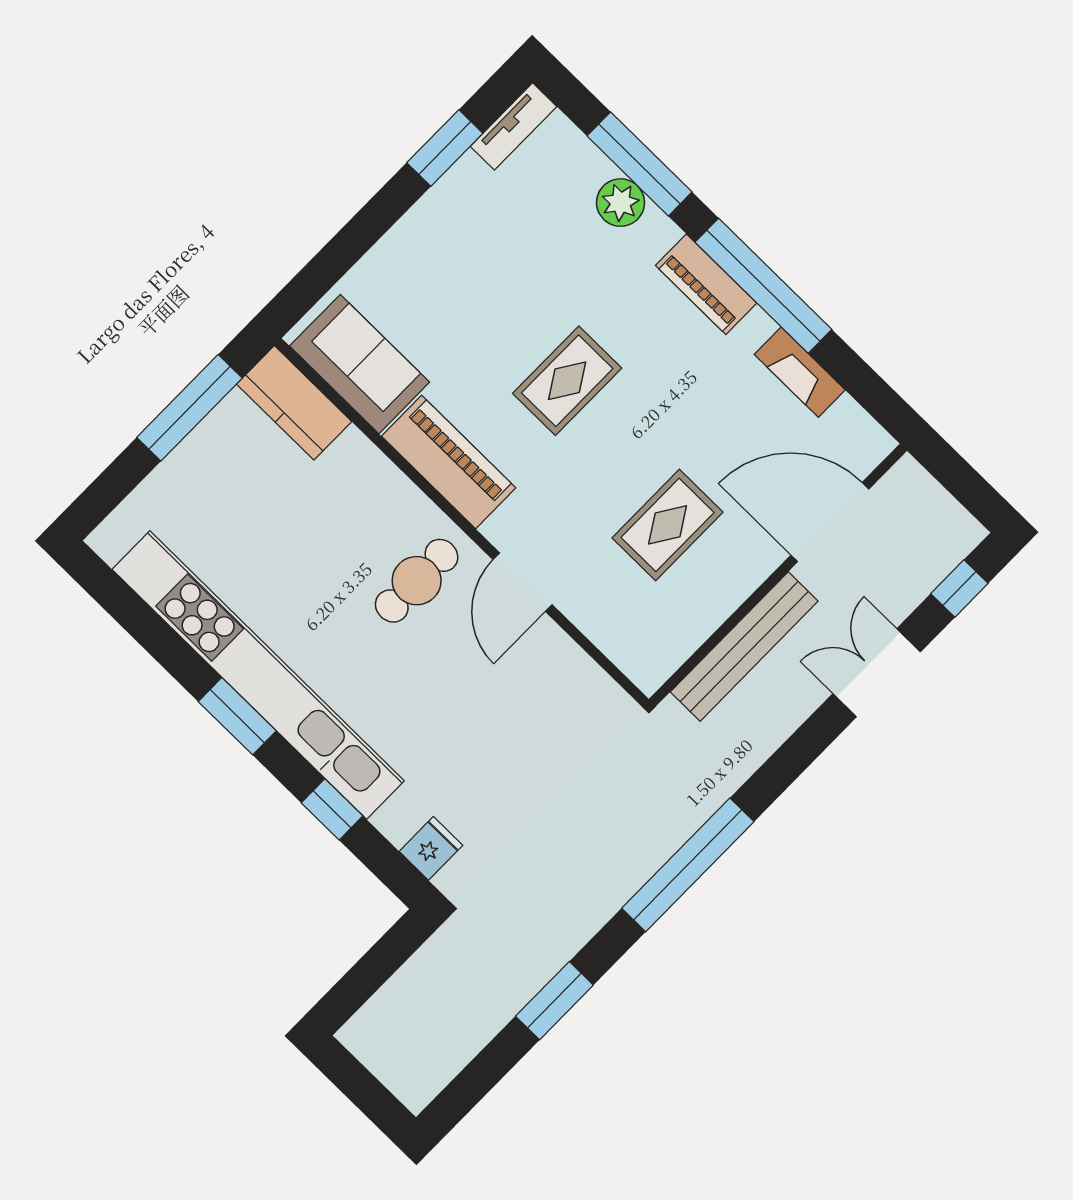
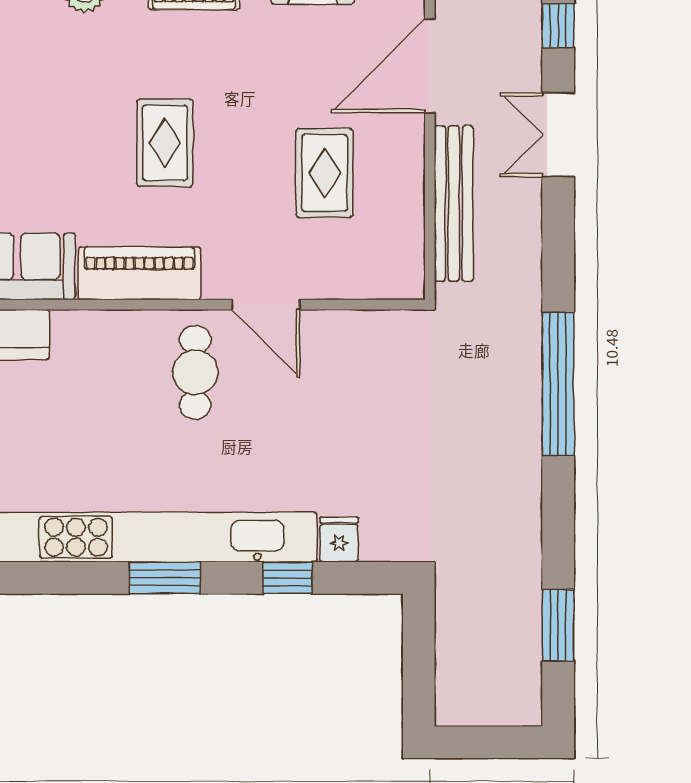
fridge: (431, 848) -> (339, 540), moved
window: (554, 1001) -> (558, 625), moved

